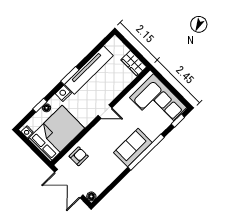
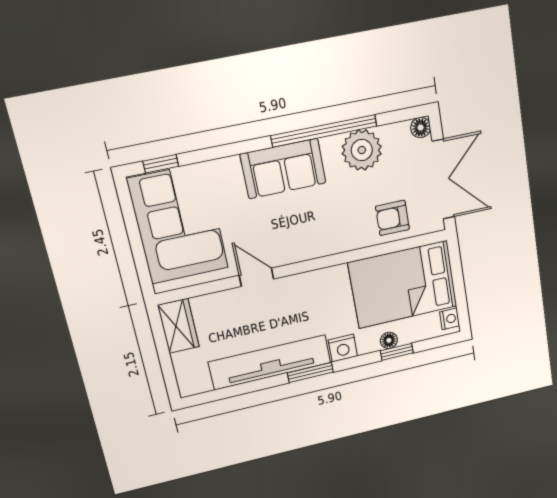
door: (105, 112) -> (257, 277), moved
window: (146, 152) -> (324, 131), moved
plant: (108, 174) -> (362, 150), added

